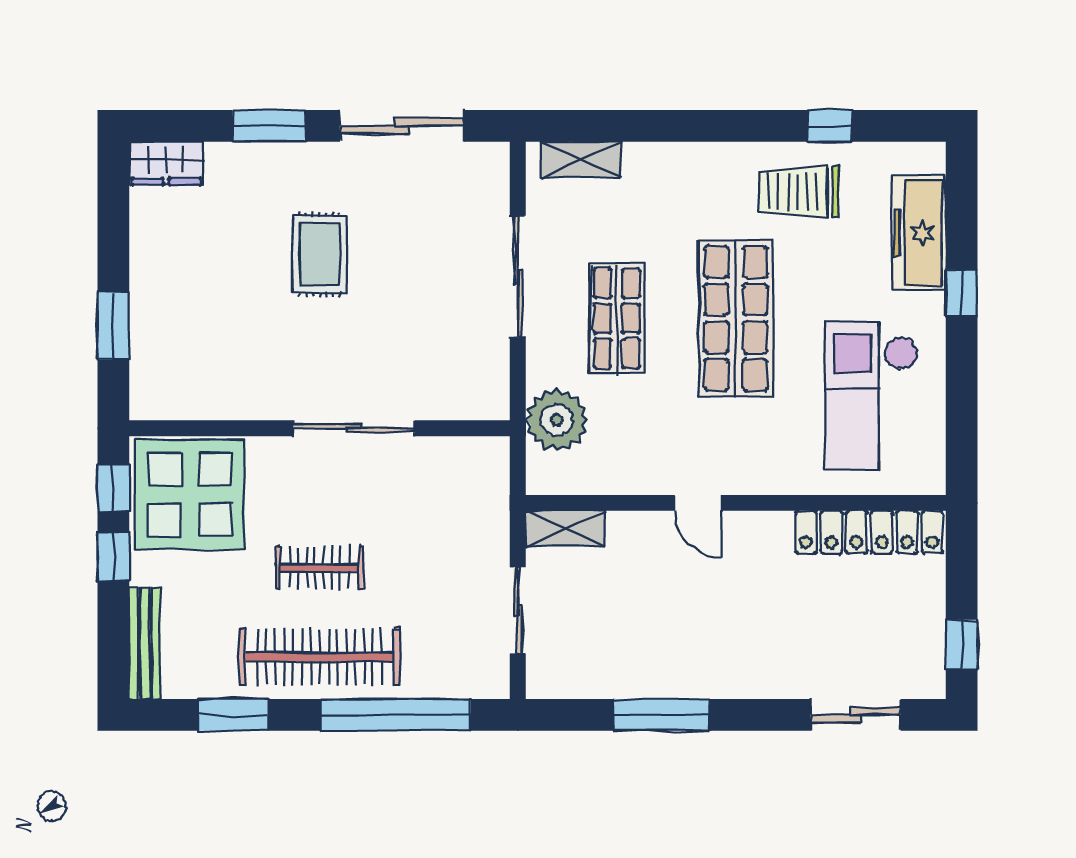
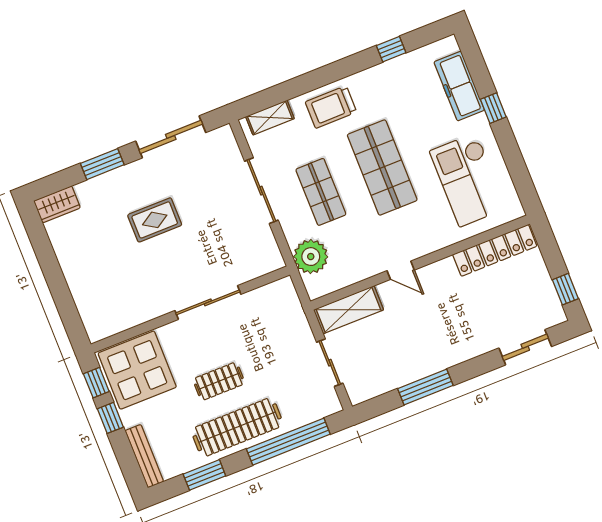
trolley: (798, 192) -> (331, 107), moved
rug: (320, 254) -> (155, 220), turned 90
window: (113, 326) -> (63, 299), removed
shelving: (565, 528) -> (349, 310), width x1.50, depth x1.33

